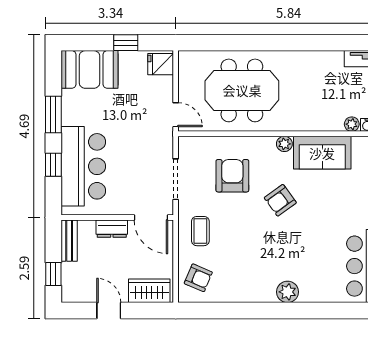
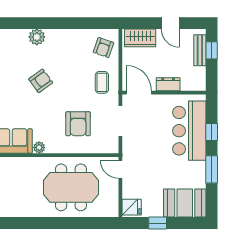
armchair: (280, 200) -> (41, 81), moved
bench: (69, 241) -> (200, 50), moved
armchair: (198, 278) -> (103, 47), turned -94

